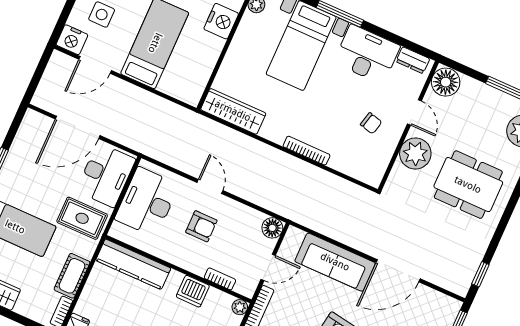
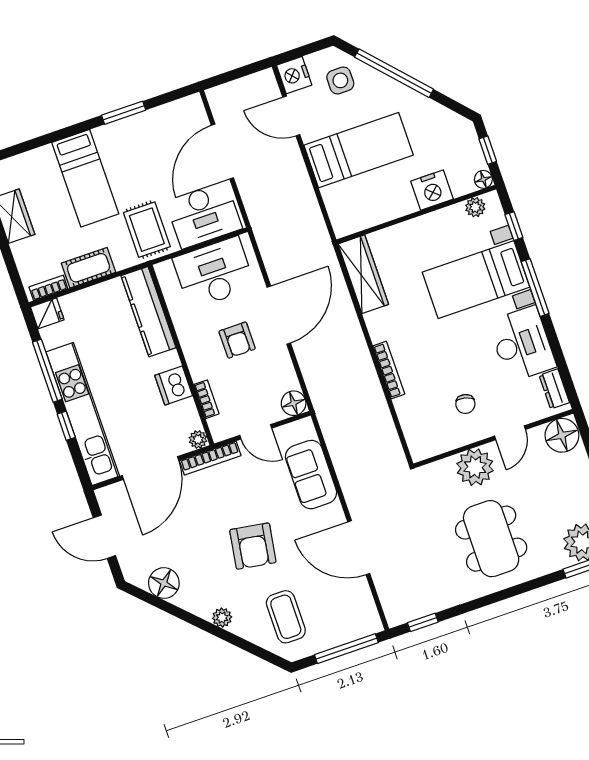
door: (78, 127) -> (222, 152), hinge flipped
door: (210, 187) -> (279, 315), width x1.88
sofa: (335, 262) -> (311, 475), width x0.73

